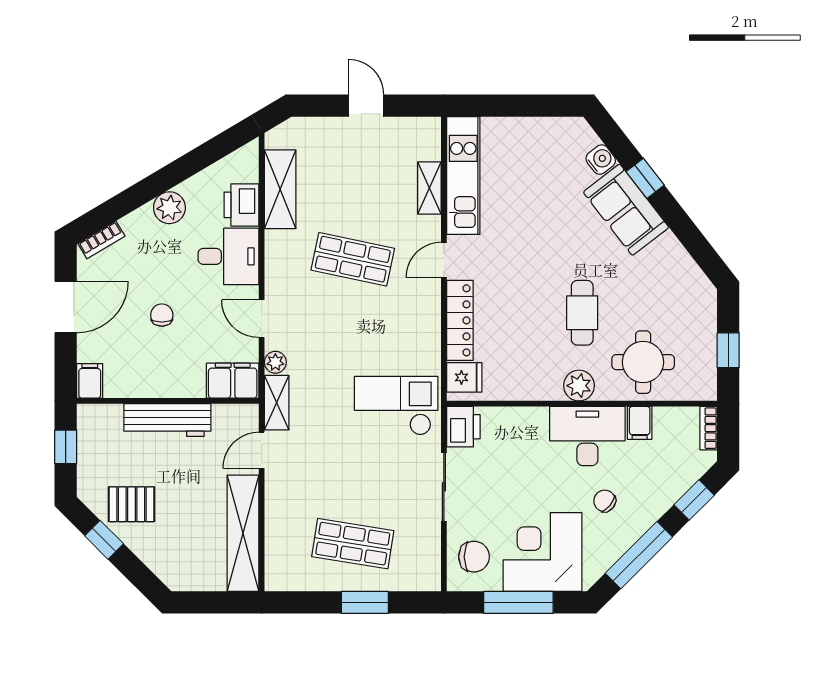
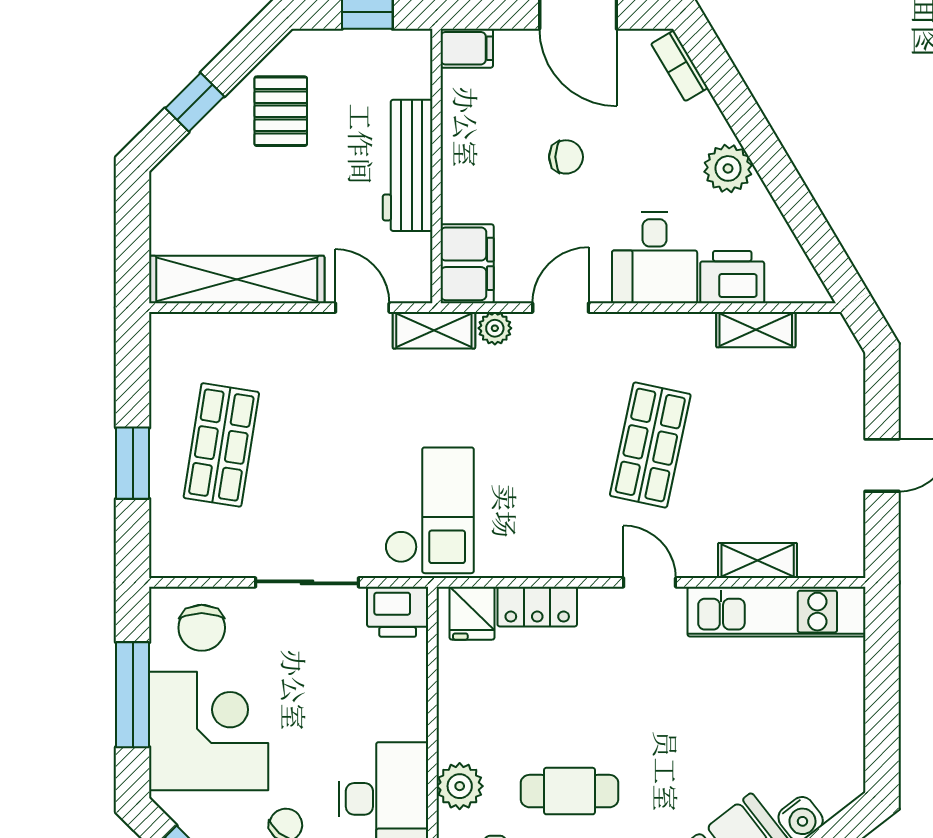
shelving: (280, 189) -> (756, 330), width x0.67, depth x0.75
locker: (460, 320) -> (537, 607), width x0.66
window: (104, 540) -> (195, 102), moved

